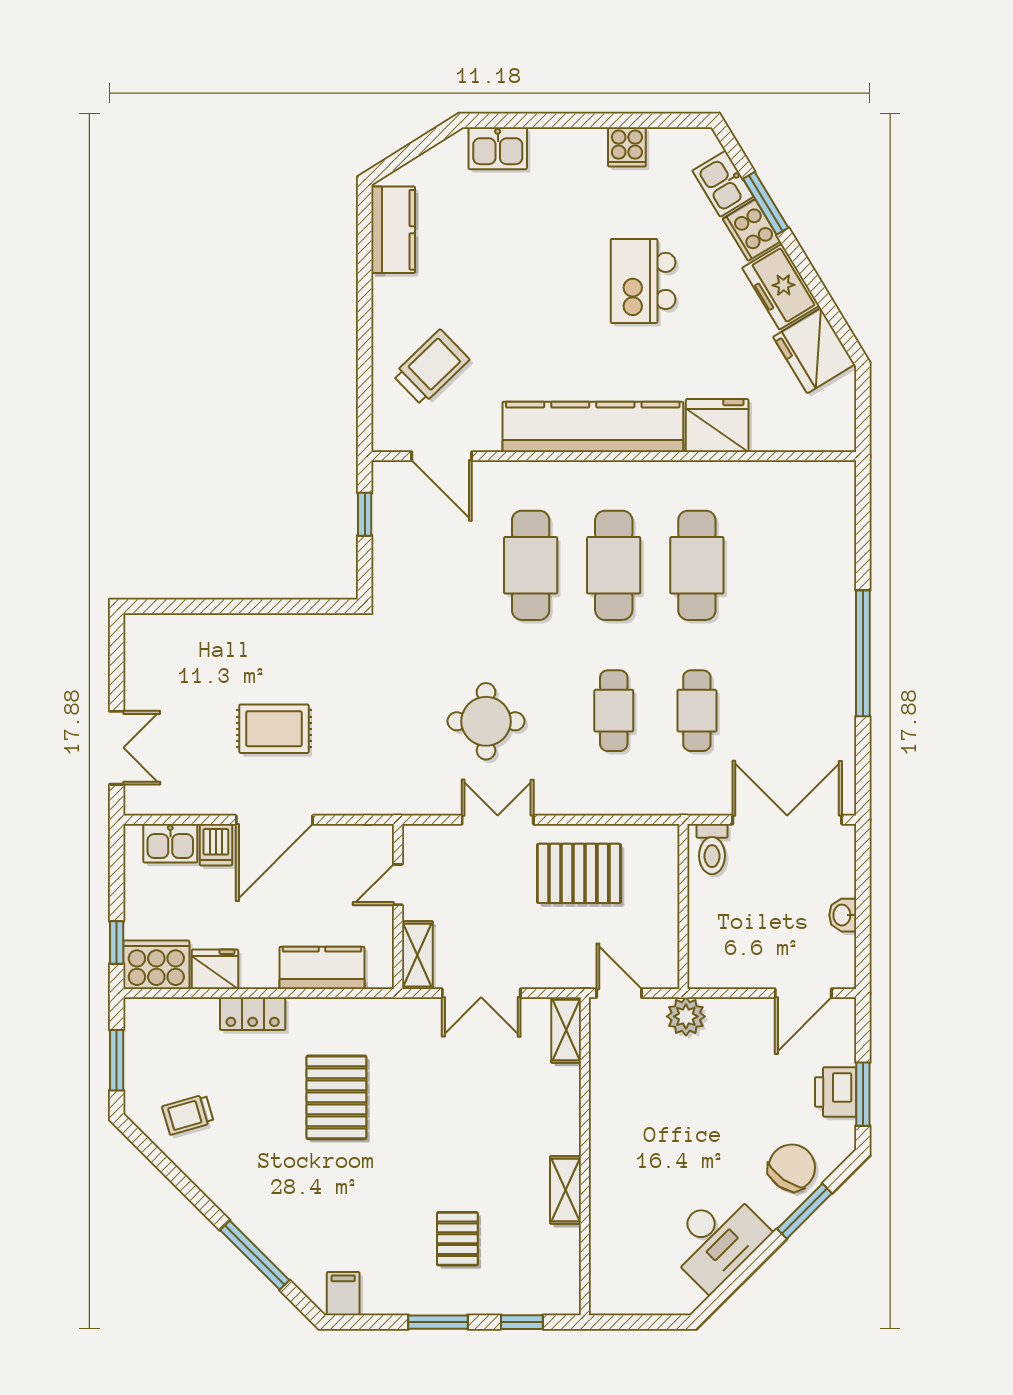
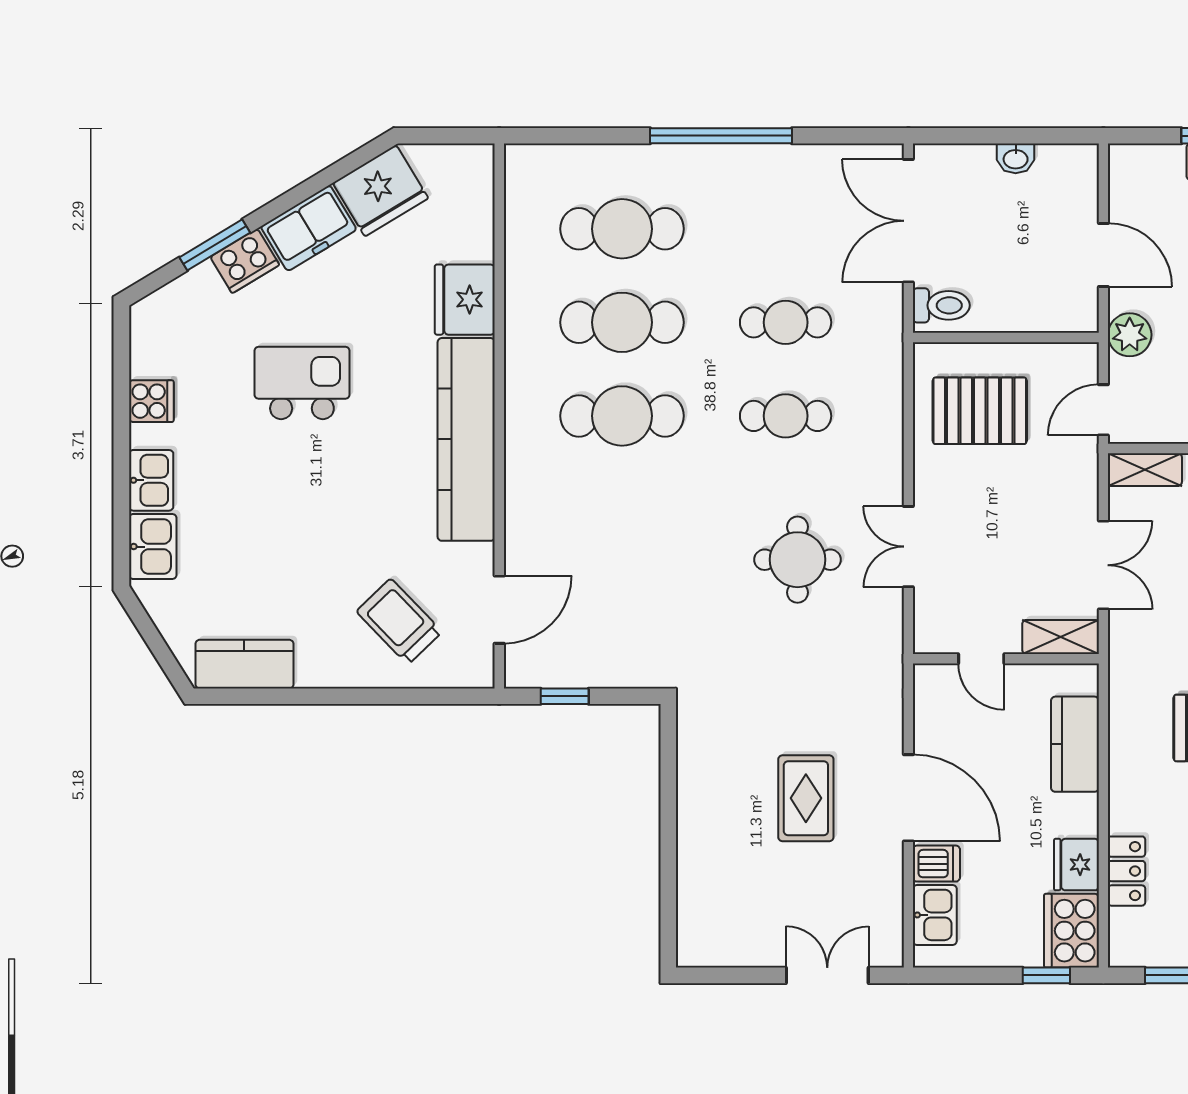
kitchen sink: (723, 184) -> (151, 480), moved, turned -59
kitchen island: (643, 281) -> (302, 383), turned 180
cafe table: (531, 565) -> (622, 229), moved
pallet: (579, 873) -> (980, 411), moved, turned 90
door: (803, 993) -> (1103, 255), moved
locker: (253, 1014) -> (1126, 871), moved

